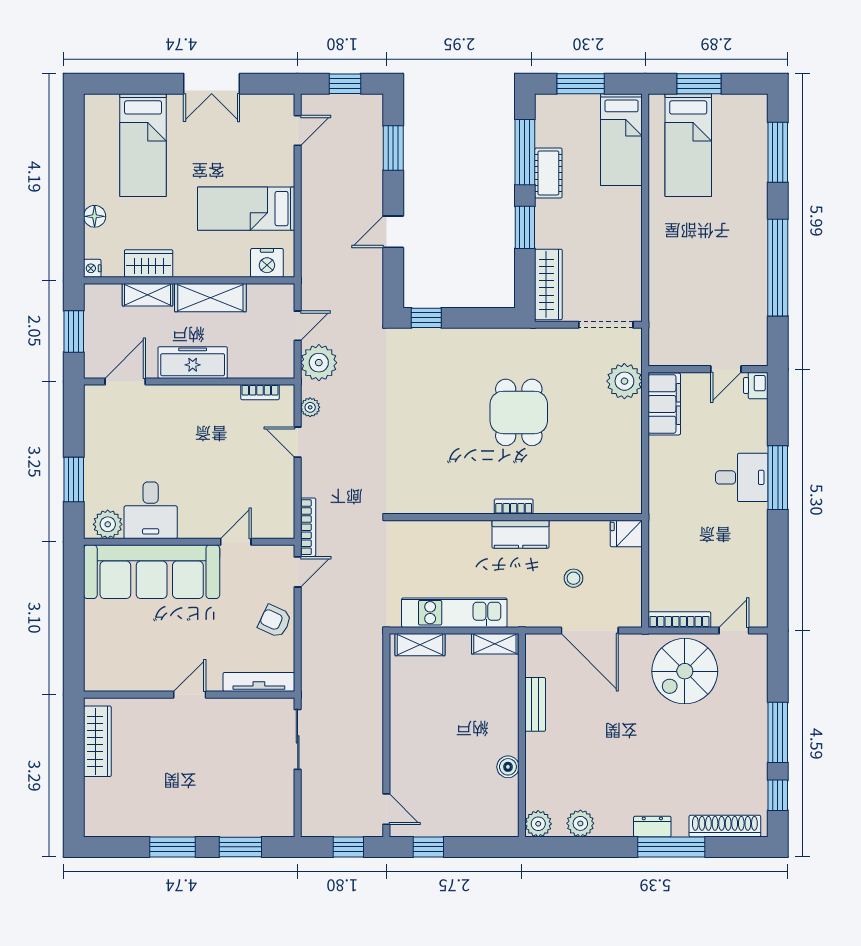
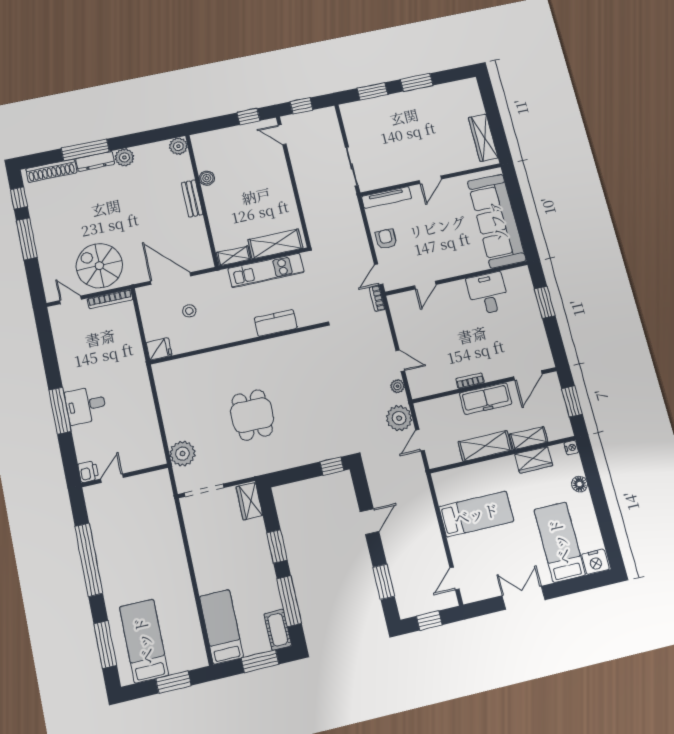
bed: (688, 145) -> (144, 641), moved
cot: (548, 173) -> (278, 630), moved
nightstand: (267, 263) -> (595, 562), moved, turned 180
wardrobe: (548, 284) -> (249, 501), width x0.67
bookcase: (260, 392) -> (470, 381), moved
filing cabinet: (664, 404) -> (151, 444), removed
bookcase: (514, 506) -> (241, 350), removed
plant: (108, 524) -> (514, 278), removed
bookcase: (308, 527) -> (377, 298), width x0.64
kitchen counter: (521, 534) -> (276, 323), moved
sofa: (152, 572) -> (497, 221), moved, turned -90
armchair: (275, 621) -> (386, 239), turned -115
door: (734, 630) -> (71, 300), swing flipped
shelving: (420, 645) -> (275, 244), width x1.50, depth x1.33
spiral stairs: (685, 671) -> (99, 266), turned -90
bench: (535, 704) -> (192, 198), moved
plant: (580, 823) -> (124, 157), moved
dresser: (652, 827) -> (95, 161), width x1.44

